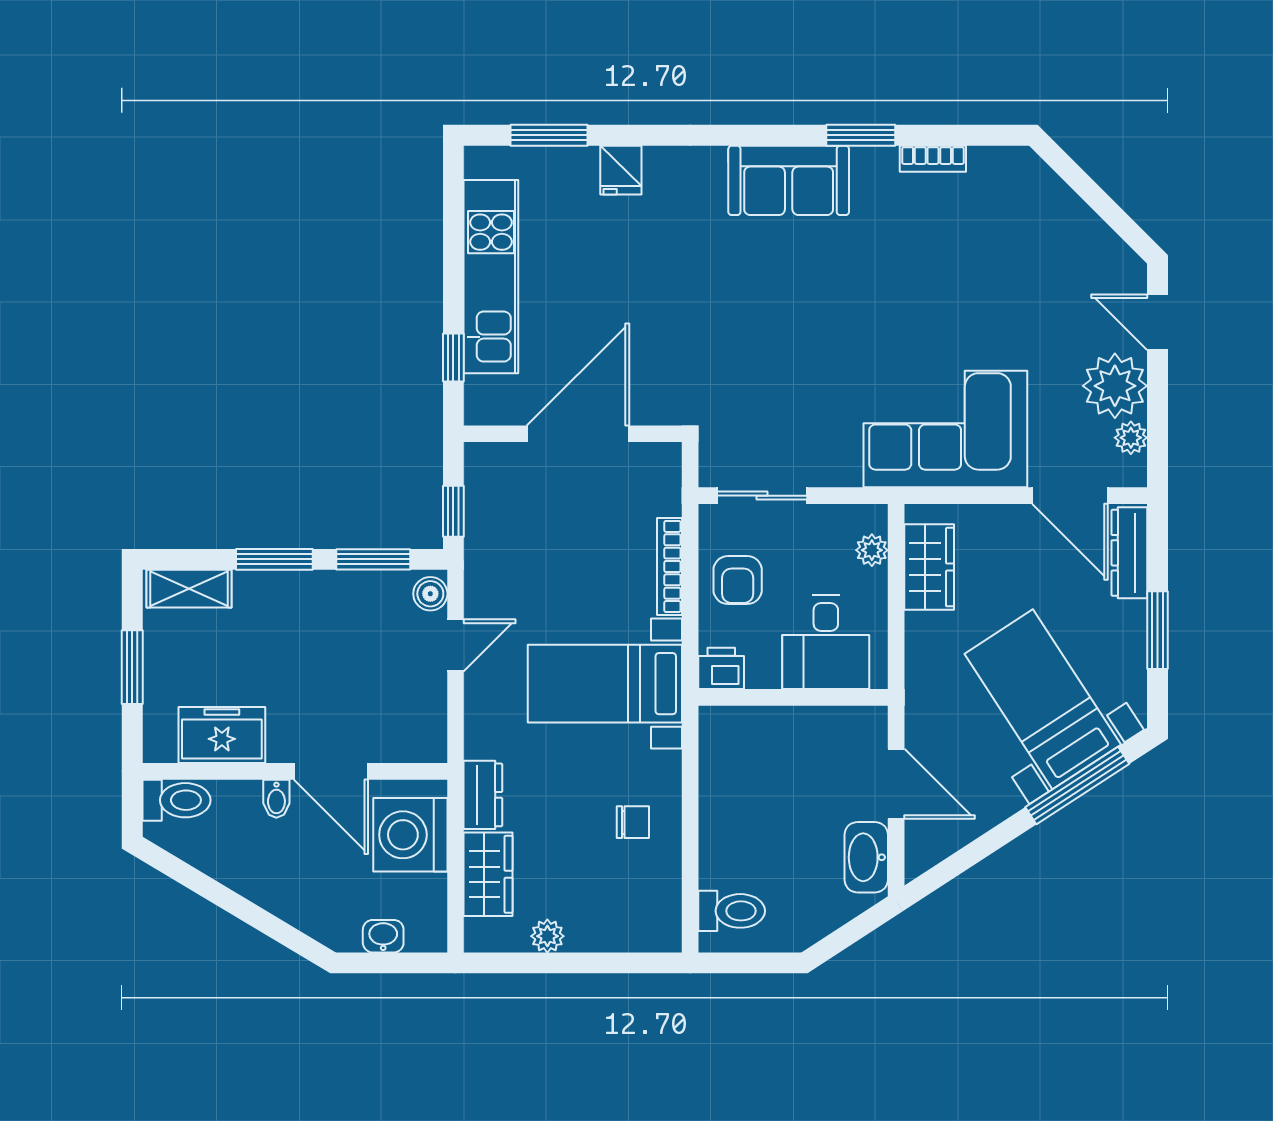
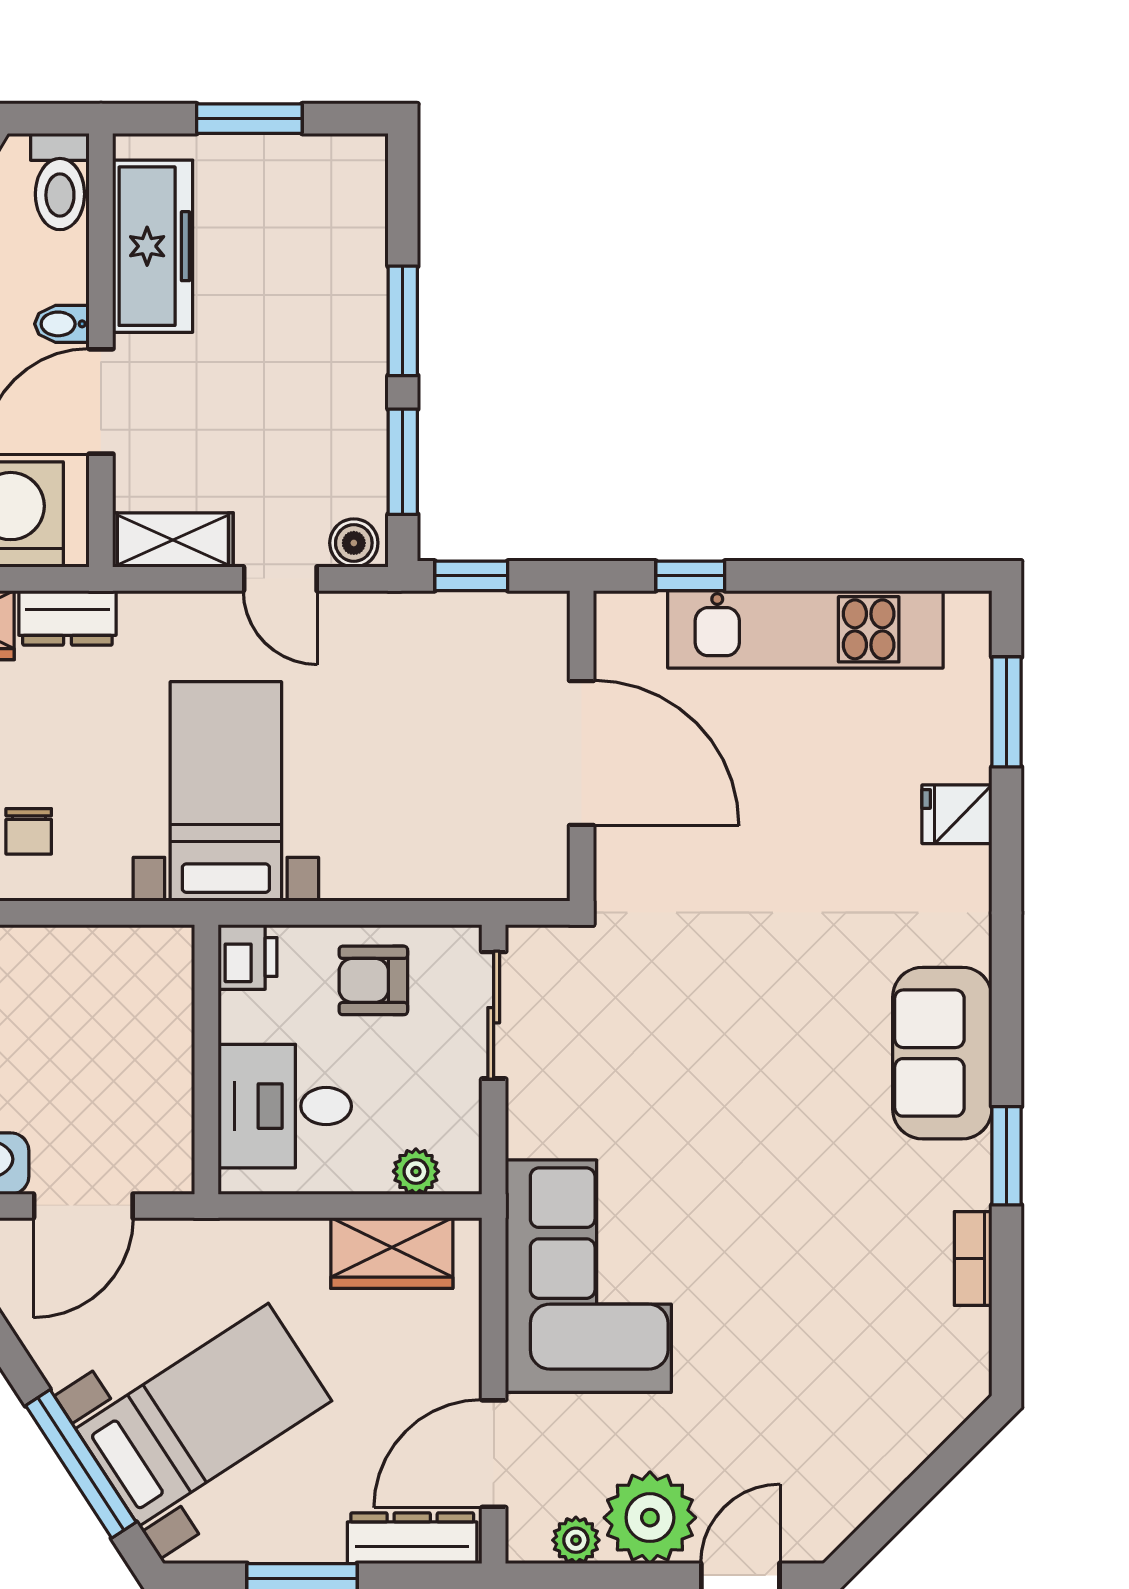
bookcase: (669, 566) -> (393, 883), removed
shelving: (189, 589) -> (173, 540), moved, turned 90
freezer: (222, 735) -> (153, 246), width x1.40

